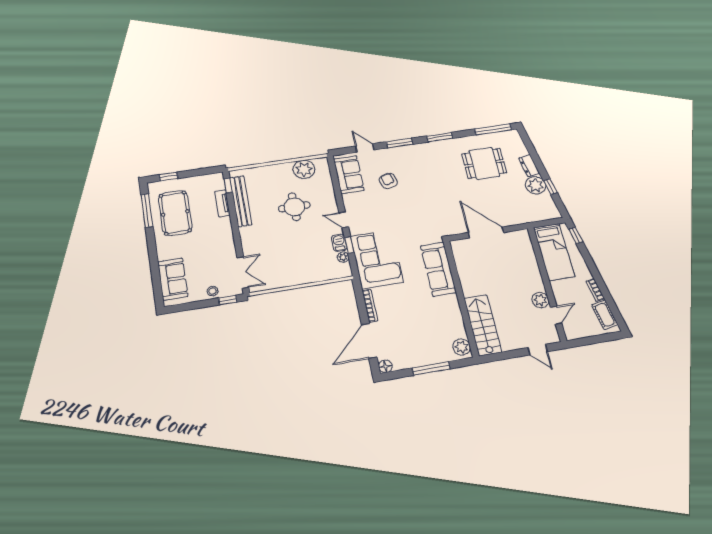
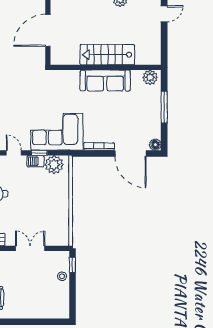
door: (344, 220) -> (14, 153), swing flipped
plant: (343, 257) -> (54, 165), width x1.87, depth x1.87
sofa: (438, 269) -> (105, 80), moved
double door: (243, 272) -> (30, 248), moved
sofa: (173, 279) -> (45, 308), removed
stairs: (483, 325) -> (107, 55), moved

